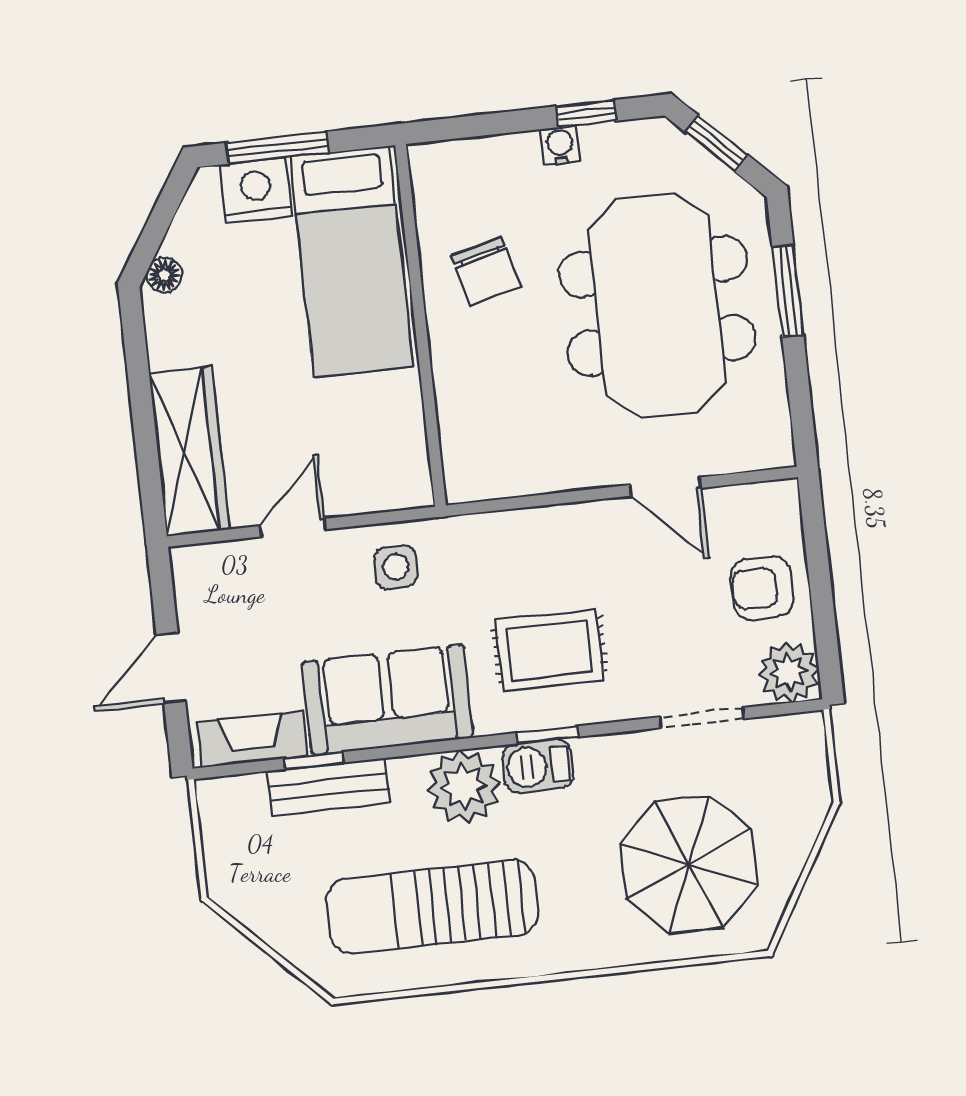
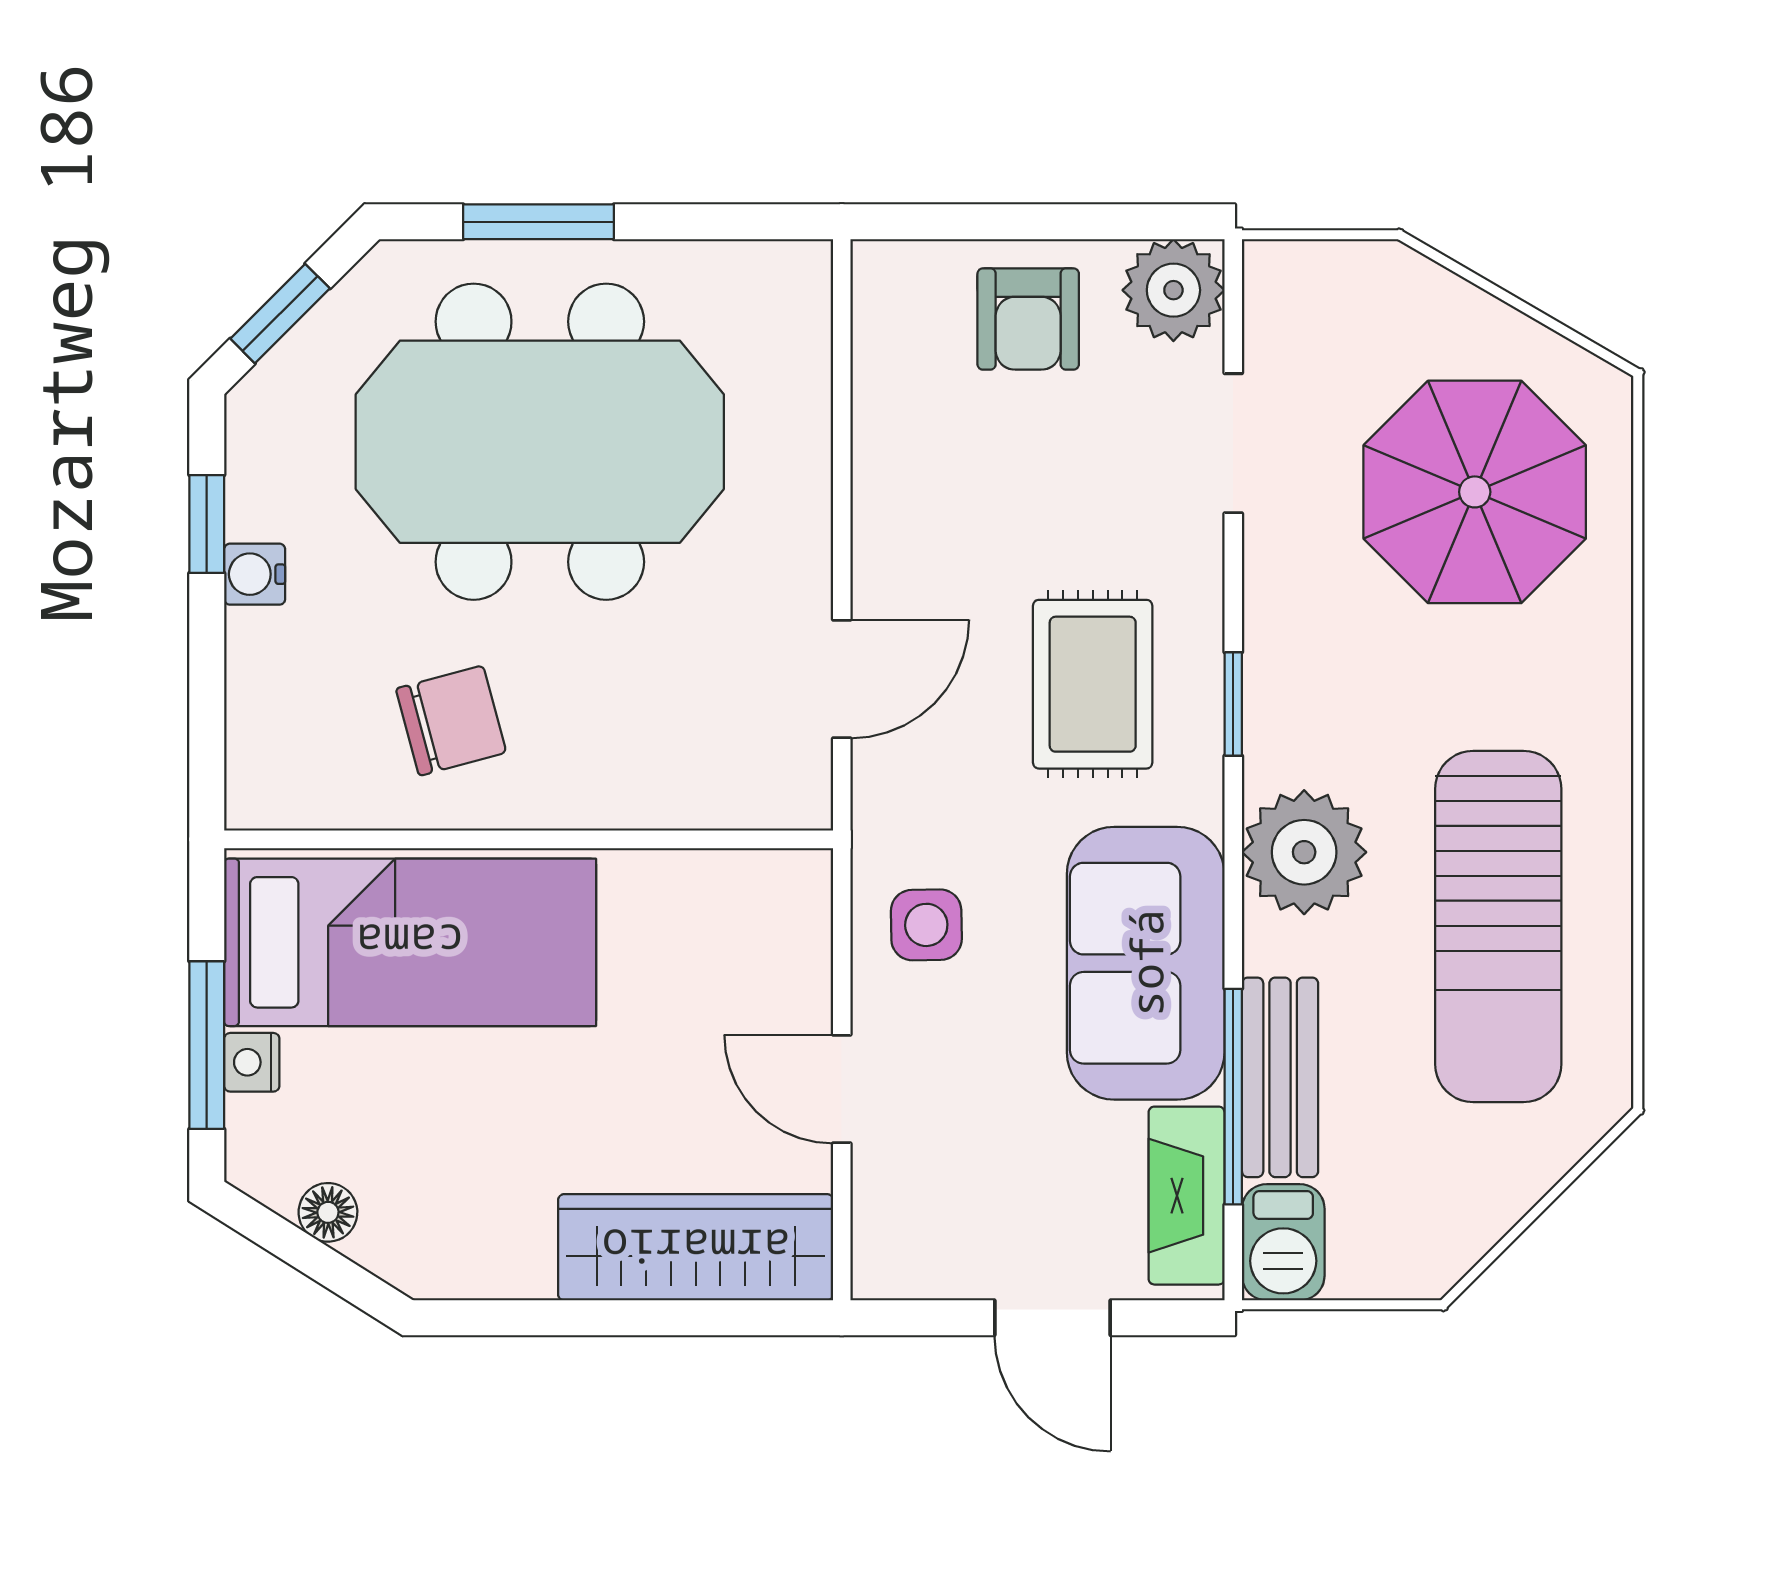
nightstand: (256, 190) -> (252, 1062), width x0.53, depth x0.56
floor lamp: (164, 275) -> (328, 1212), moved
door: (665, 487) -> (842, 679), moved
window: (314, 761) -> (1233, 1097), width x2.17
barbecue: (538, 766) -> (1283, 1242), moved

